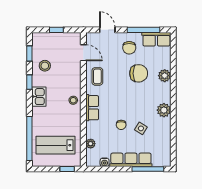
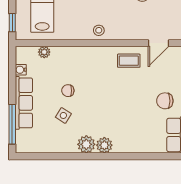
chair: (139, 73) -> (133, 113), removed
plant: (165, 76) -> (104, 145), moved
row of seats: (92, 108) -> (89, 54), removed

